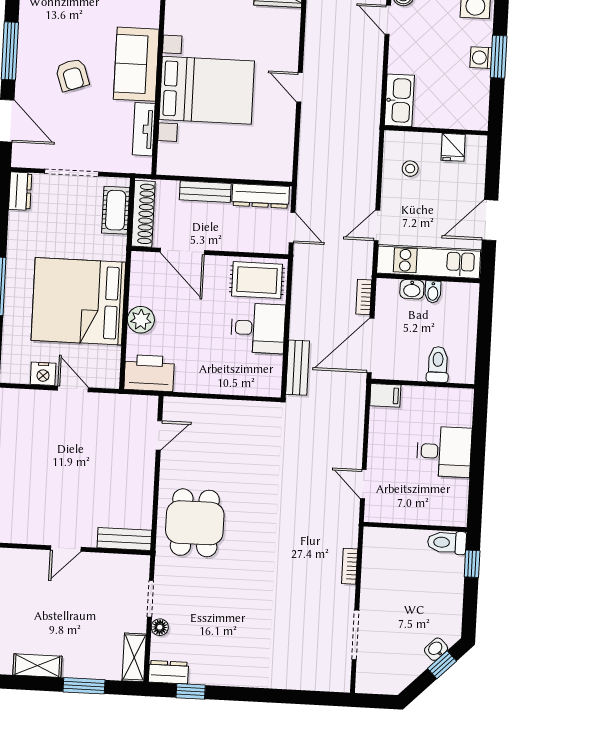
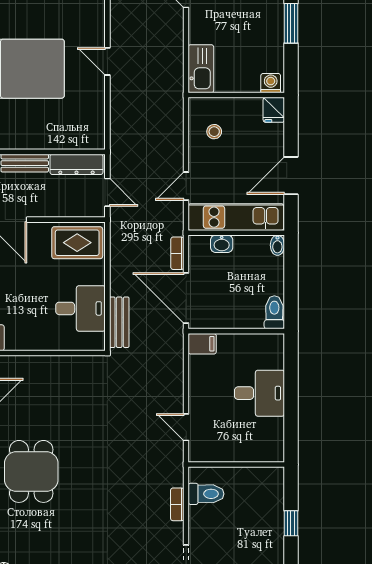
washing machine: (481, 58) -> (271, 83), moved, turned 90
fridge: (453, 147) -> (274, 110), moved
bidet: (433, 292) -> (277, 245), moved
desk: (258, 328) -> (80, 308), moved
door: (371, 345) -> (186, 298), hinge flipped
toilet: (438, 364) -> (274, 312), moved
toilet: (447, 542) -> (206, 494), moved, turned 180
window: (472, 564) -> (291, 523), moved

